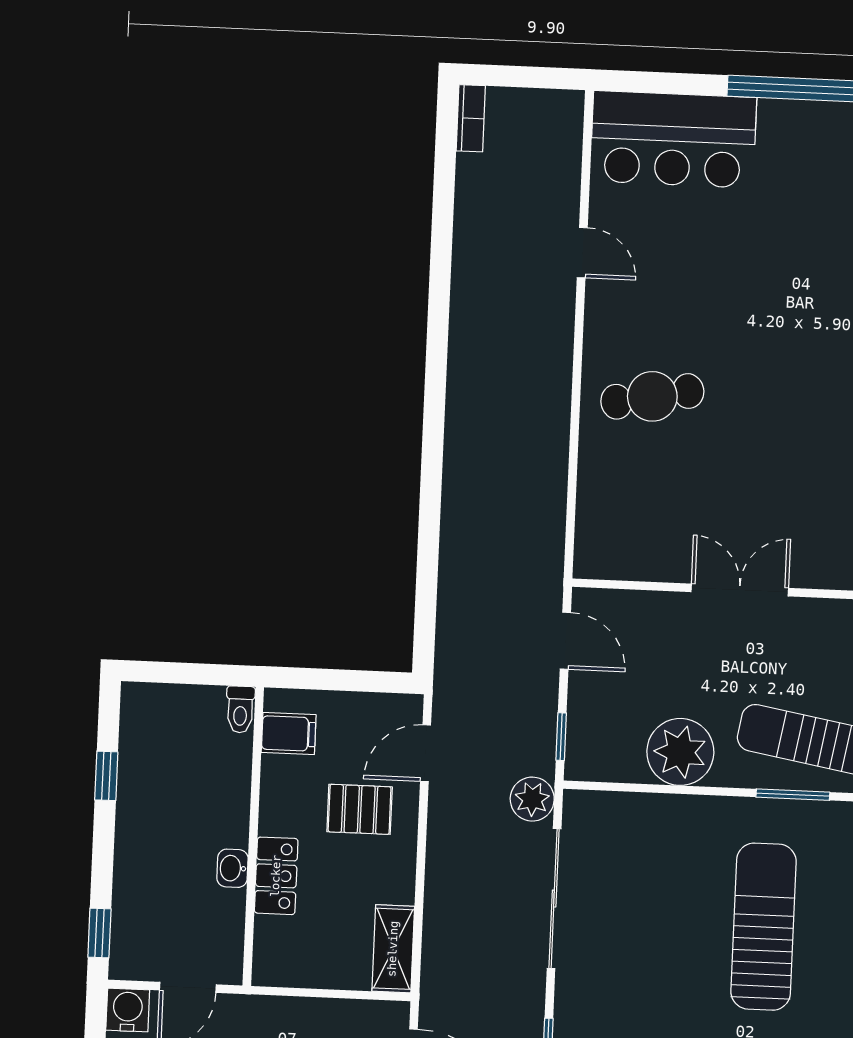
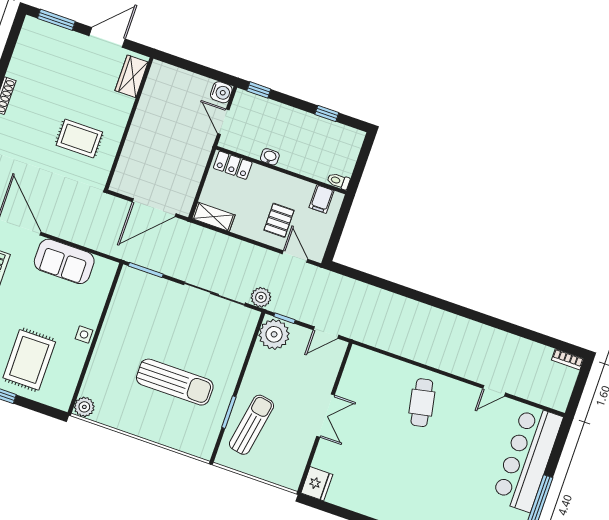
bar counter: (673, 139) -> (527, 458), width x1.36
plant: (680, 752) -> (274, 334), moved
locker: (276, 876) -> (233, 165), moved

